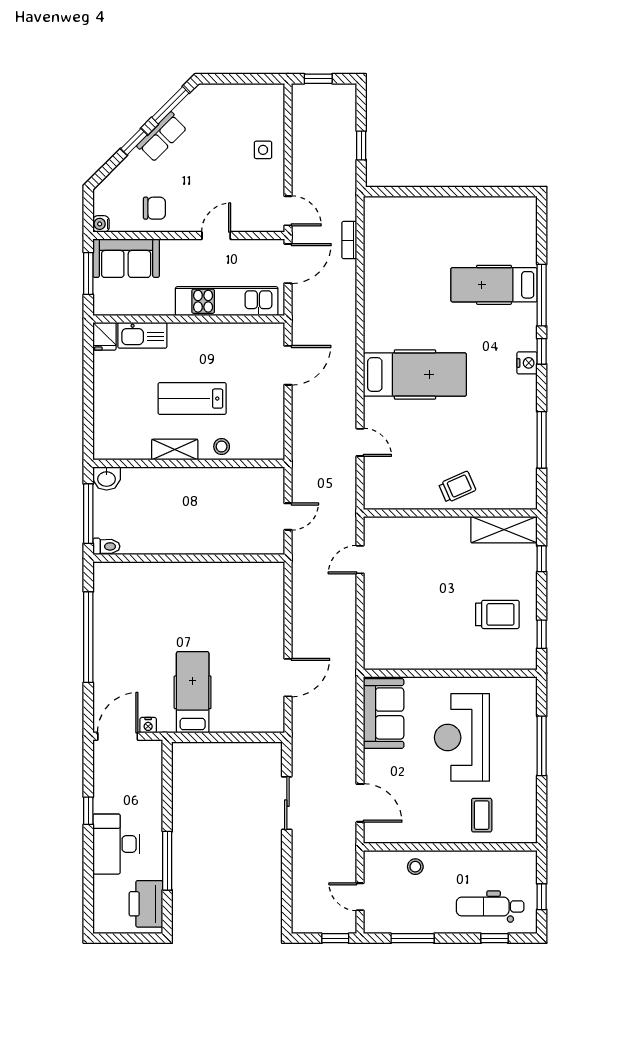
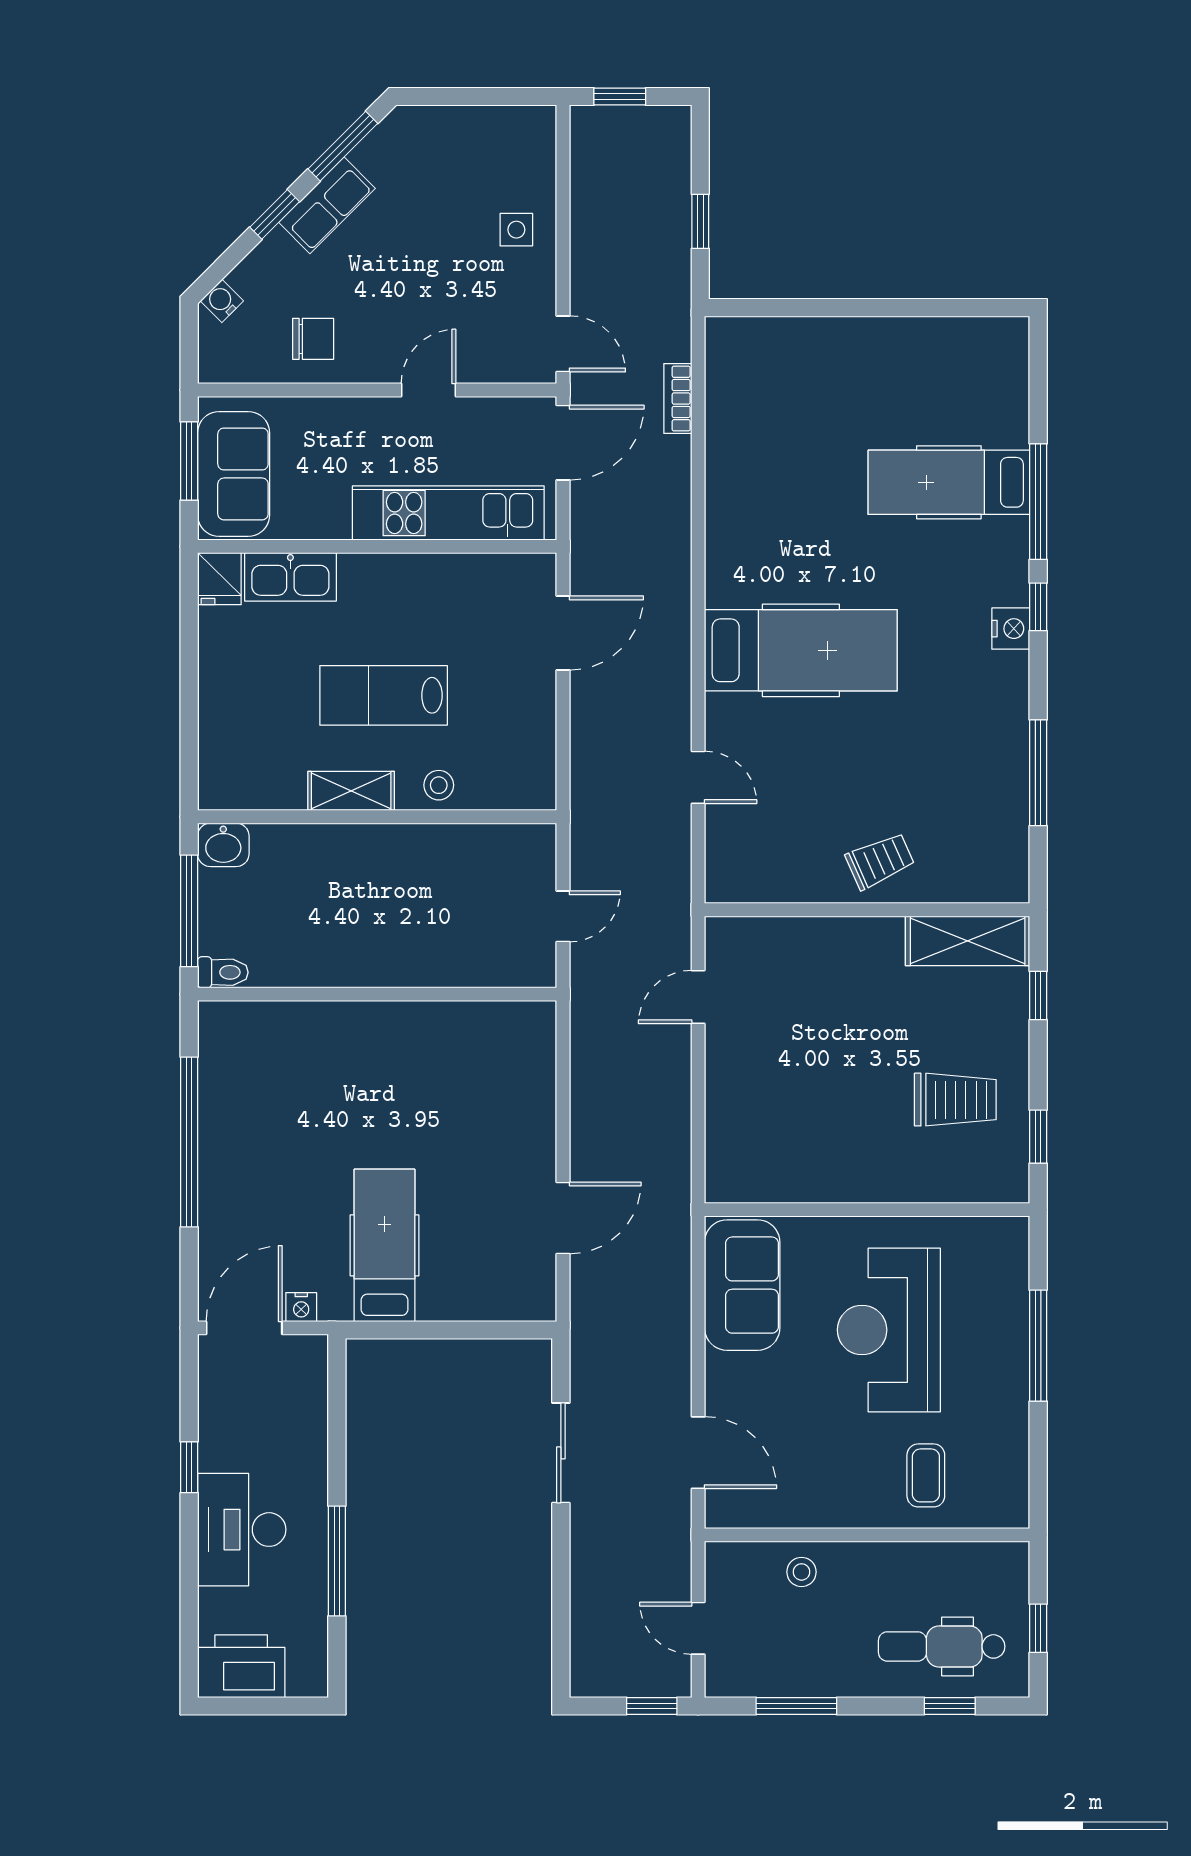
water cooler: (101, 224) -> (222, 301), moved, turned 45
sofa: (126, 258) -> (234, 474), moved, turned -90
printer: (146, 904) -> (241, 1666), moved, turned 90

